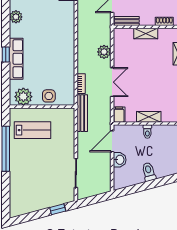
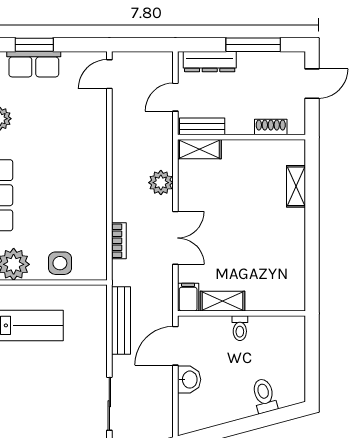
shelving: (146, 34) -> (199, 149), moved
bench: (82, 113) -> (121, 321), moved
shelving: (149, 117) -> (222, 301), moved
toilet: (149, 172) -> (264, 396), moved

